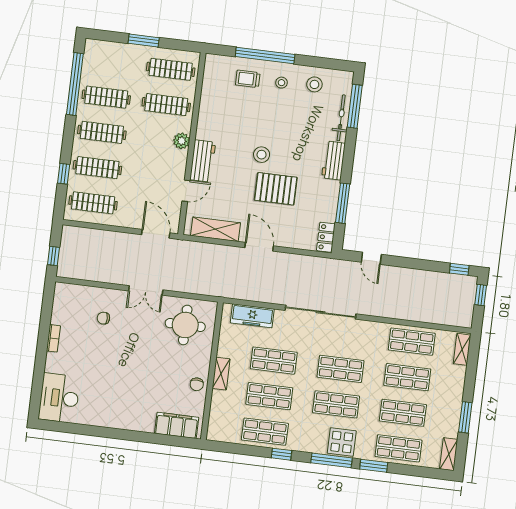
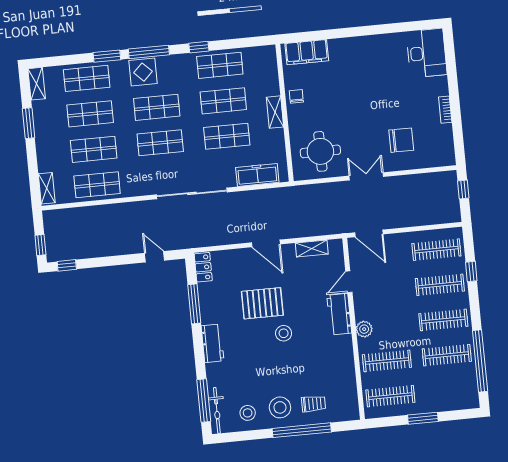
stool: (281, 83) -> (280, 407), width x1.89, depth x1.89
bicycle: (341, 118) -> (217, 410), moved
shelving: (215, 229) -> (312, 249), width x0.67, depth x0.75
chair: (103, 318) -> (401, 140), width x1.87, depth x1.87

